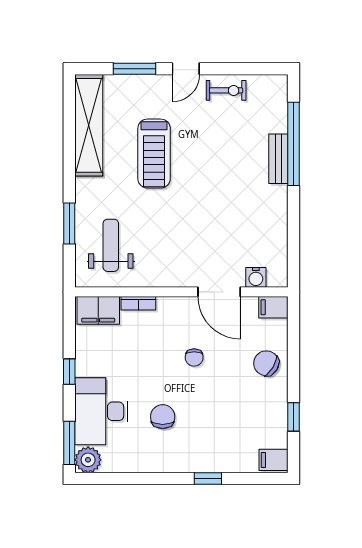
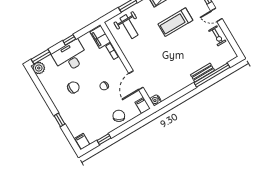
weight bench: (111, 245) -> (129, 27), turned 90
water cooler: (256, 277) -> (156, 100), moved
desk: (101, 411) -> (70, 56), moved

